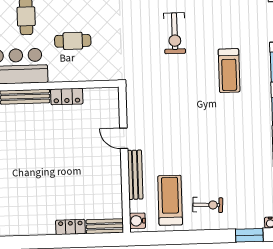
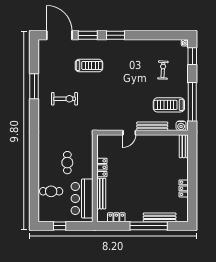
exercise bike: (208, 205) -> (163, 70), moved
locker: (70, 227) -> (184, 188), moved
window: (176, 238) -> (192, 102), added

